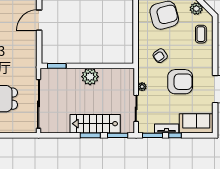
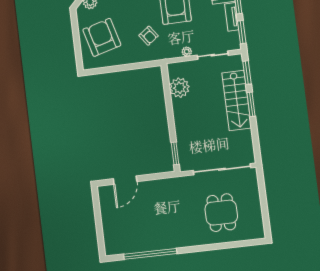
door: (39, 20) -> (125, 180), hinge flipped
plant: (90, 77) -> (179, 88), moved

